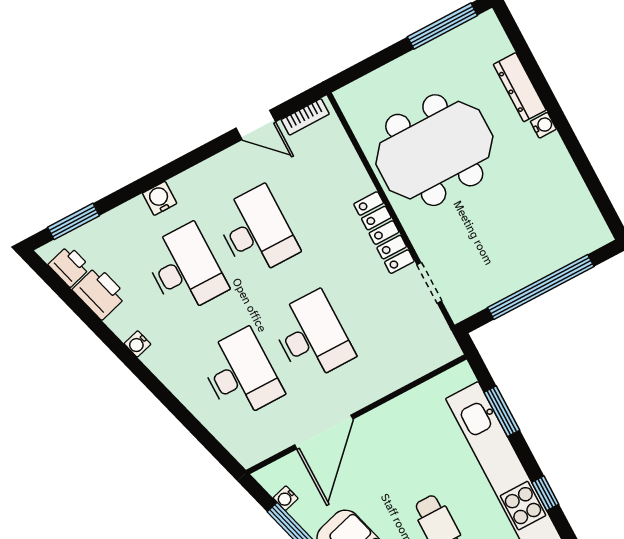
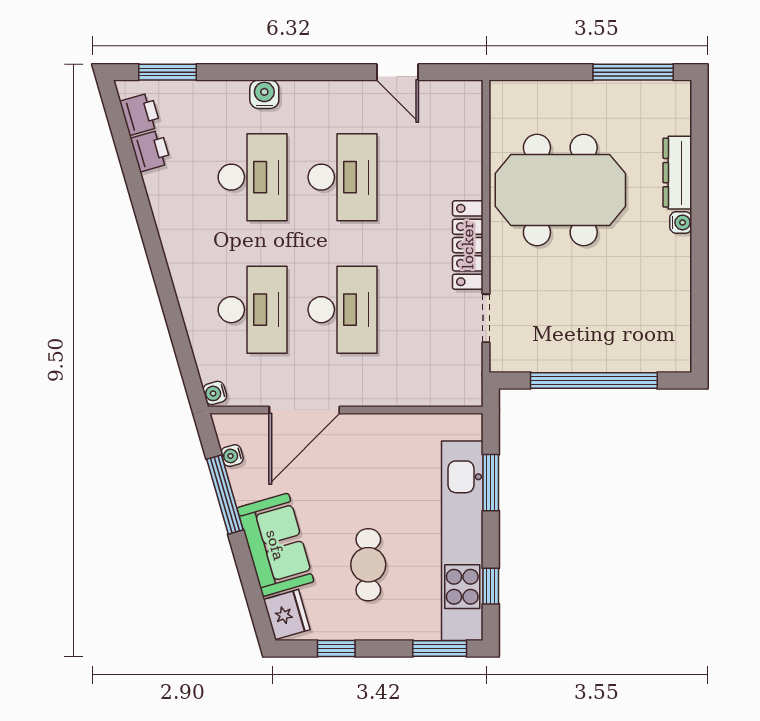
bookcase: (305, 117) -> (450, 90), removed
printer: (100, 293) -> (150, 151), width x0.73, depth x0.81
water cooler: (137, 344) -> (215, 393), moved

